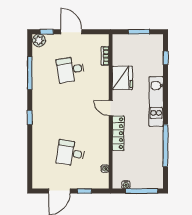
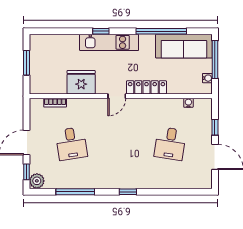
window: (166, 58) -> (101, 31), moved
sofa: (153, 165) -> (184, 46), added

